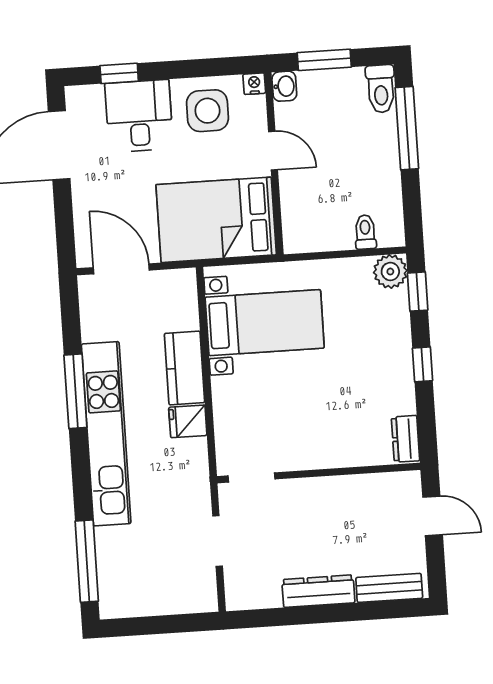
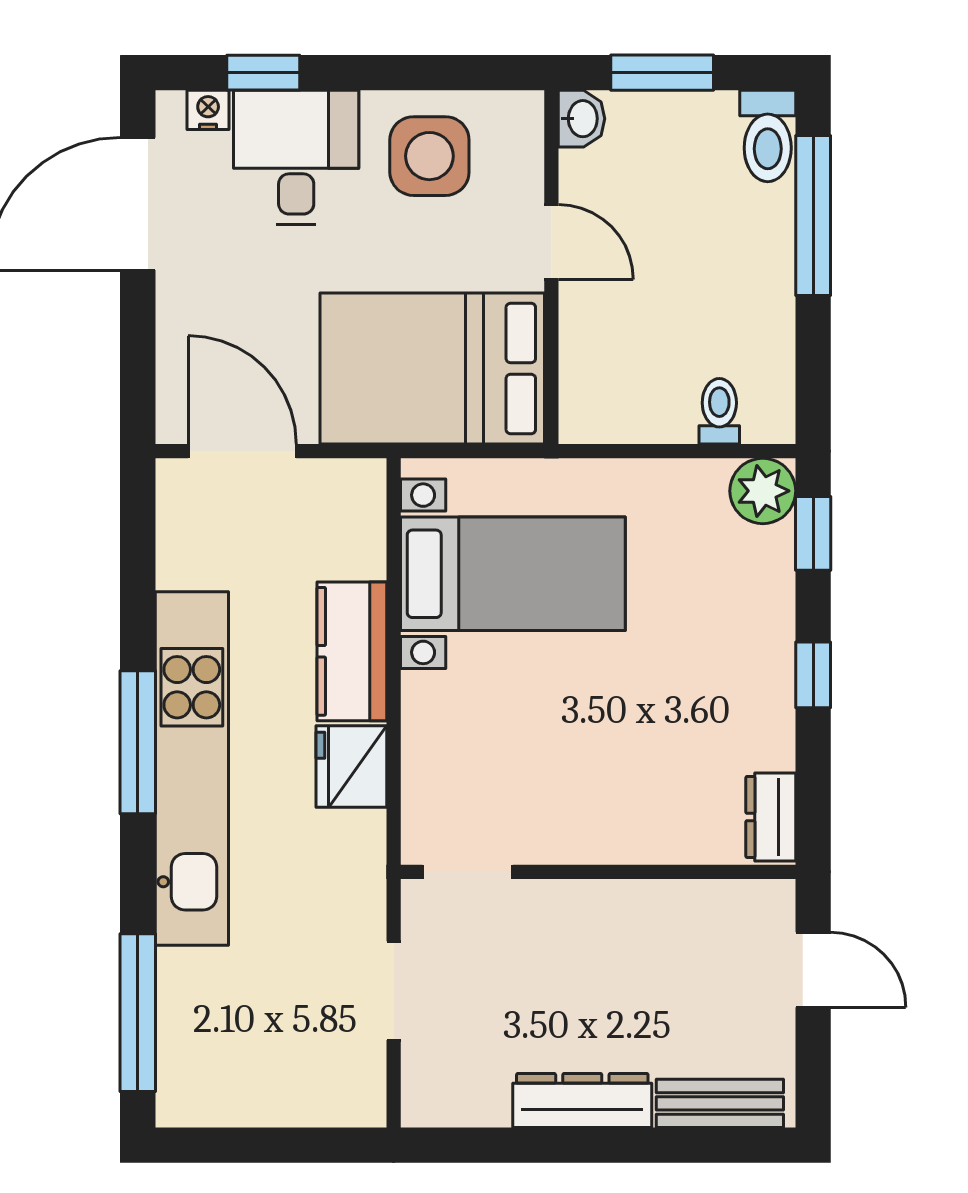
nightstand: (254, 84) -> (208, 110), moved
window: (75, 391) -> (138, 742), moved
fridge: (188, 421) -> (351, 766), width x1.38

